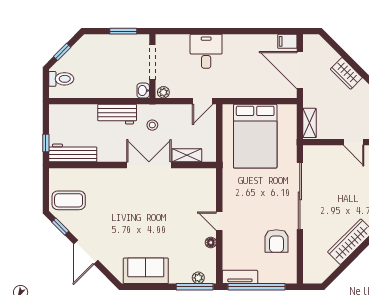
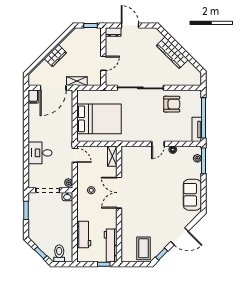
workbench: (117, 114) -> (84, 235), moved
shelving: (310, 123) -> (77, 81), moved
door: (354, 142) -> (103, 63), moved
shelving: (187, 155) -> (112, 156), moved

